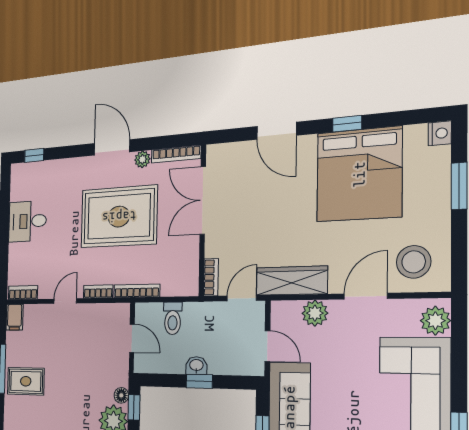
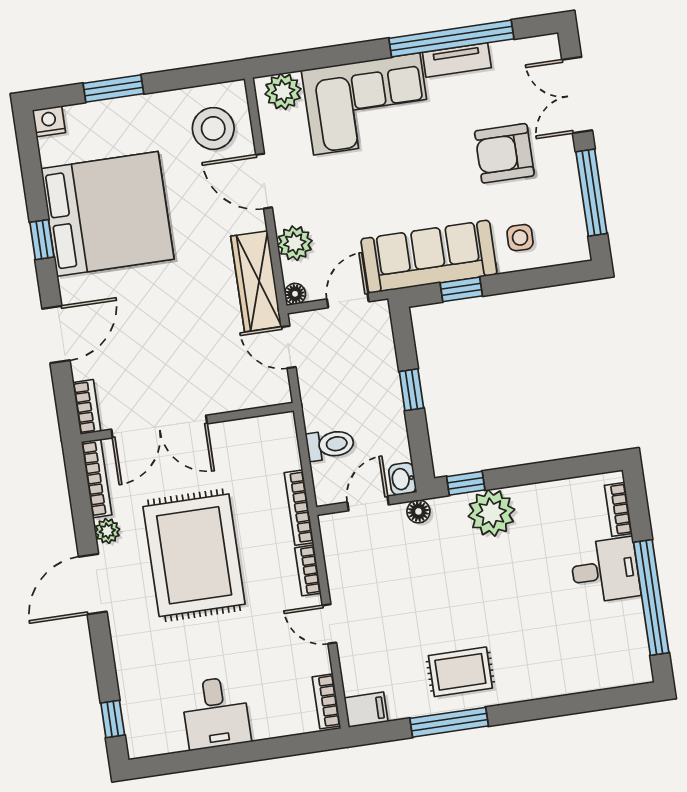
bookcase: (211, 277) -> (87, 407), moved, turned 90
floor lamp: (278, 308) -> (295, 294), added
washbasin: (196, 366) -> (402, 479), moved
rug: (26, 381) -> (460, 672), turned 90
floor lamp: (121, 395) -> (418, 511), moved

